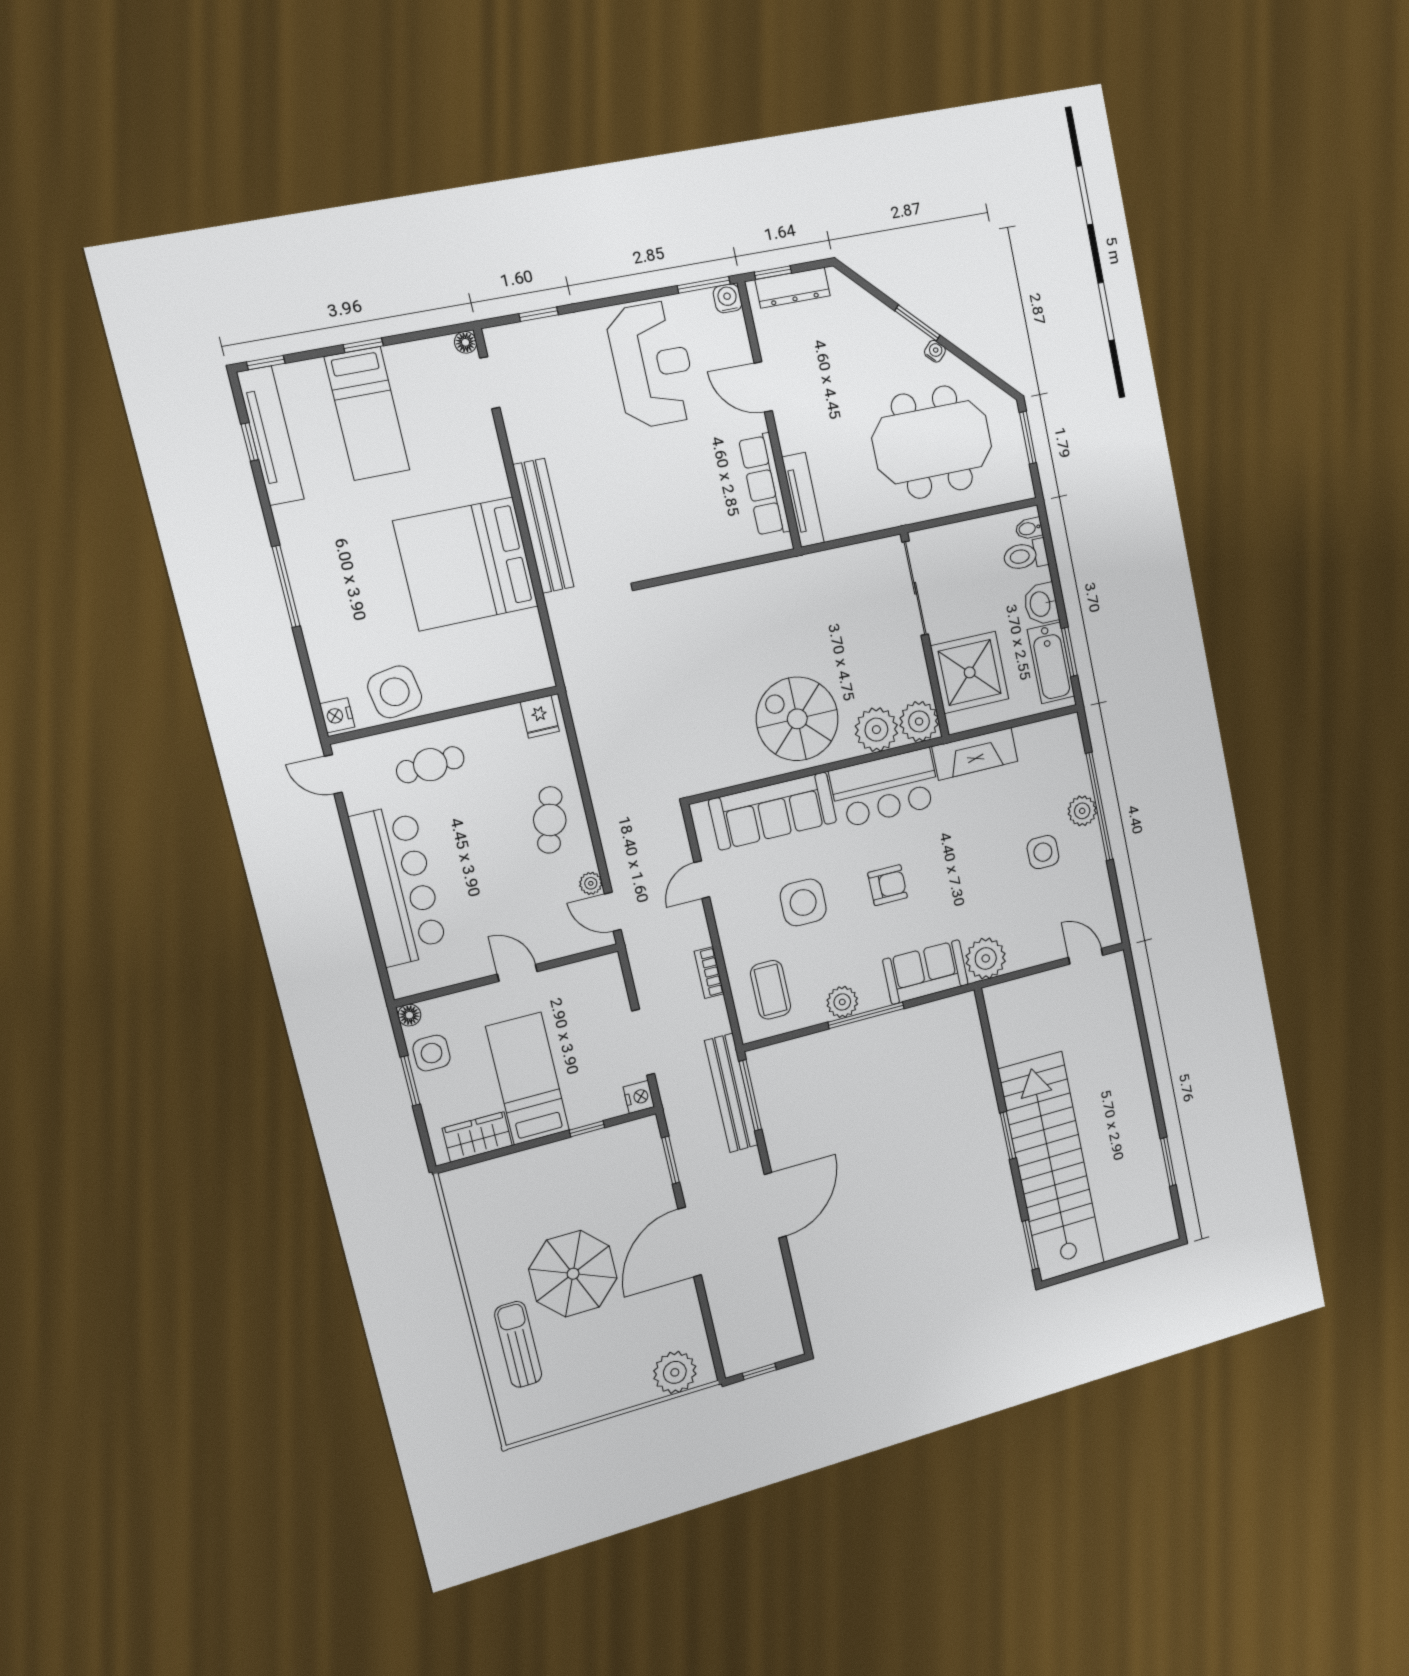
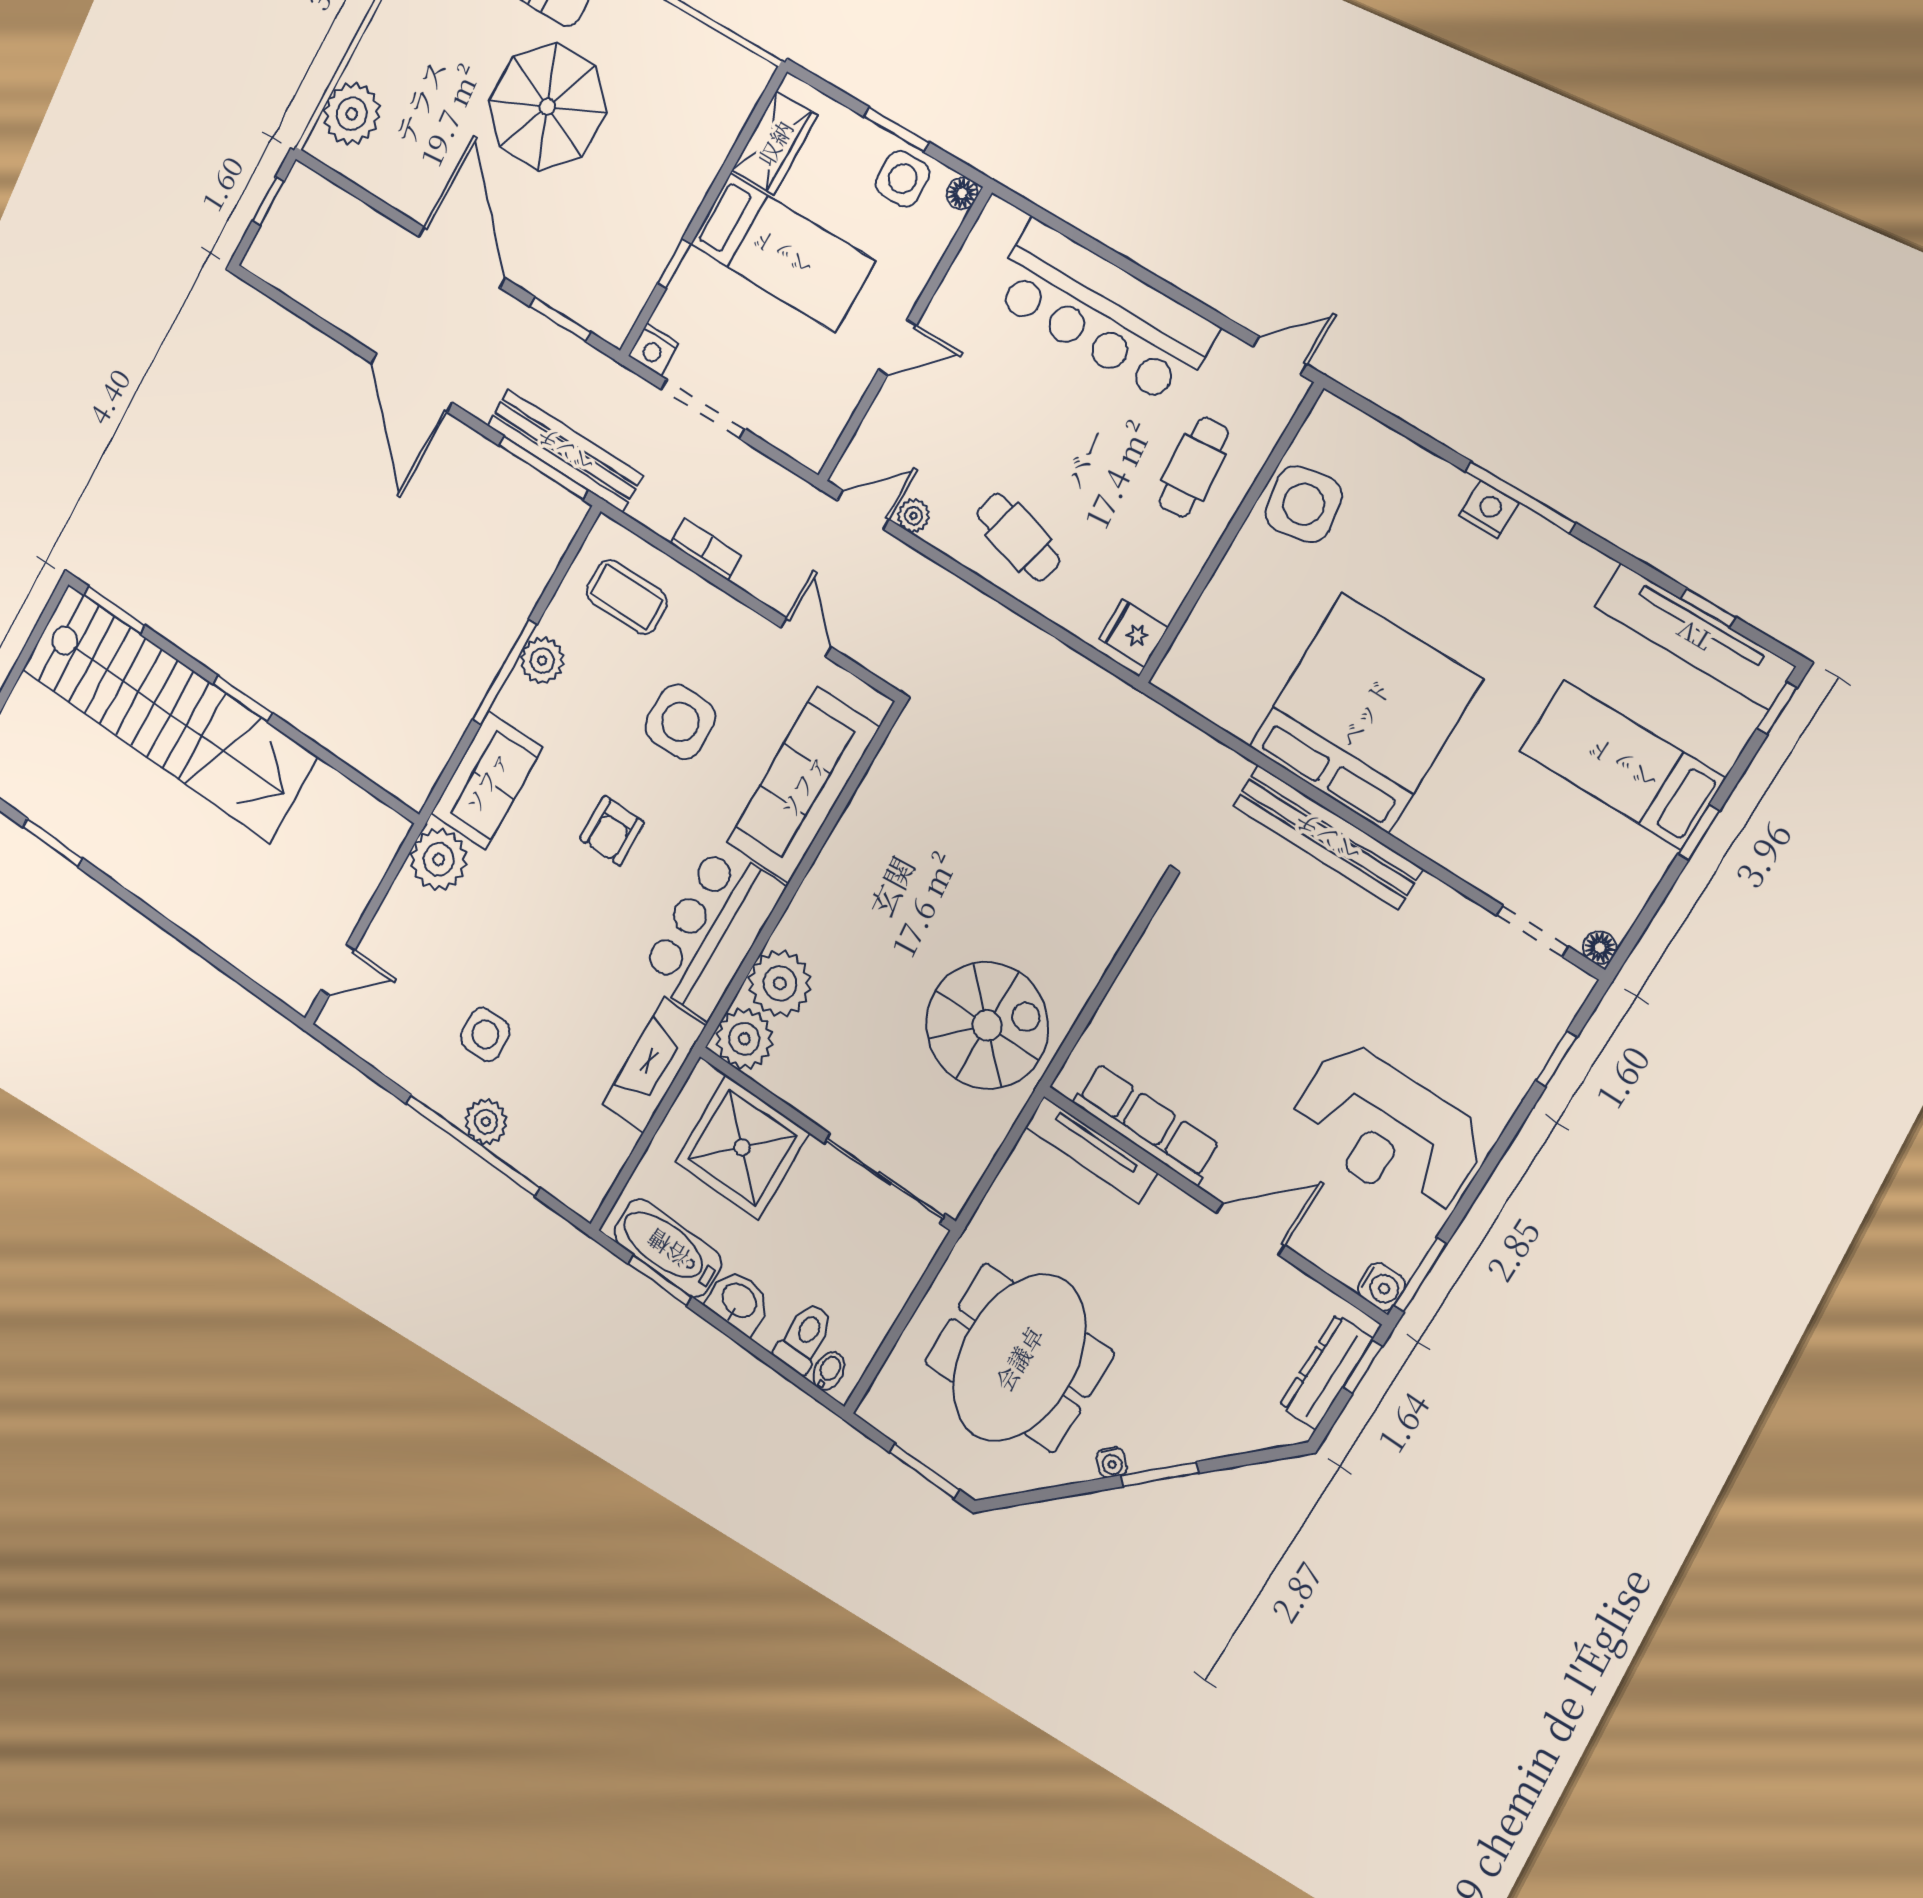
nightstand: (337, 715) -> (1489, 510), moved
spiral stairs: (797, 719) -> (987, 1025), moved

